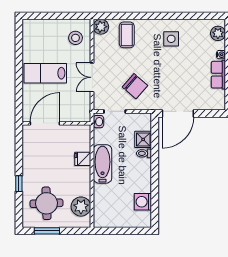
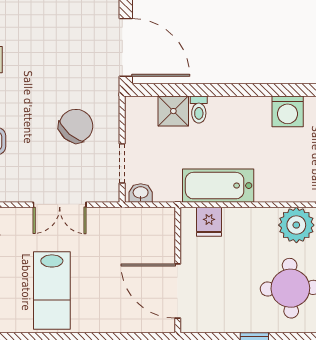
door: (45, 123) -> (178, 291), moved
wall: (56, 123) -> (178, 270), moved

